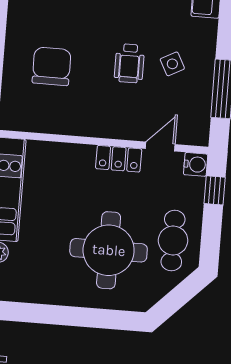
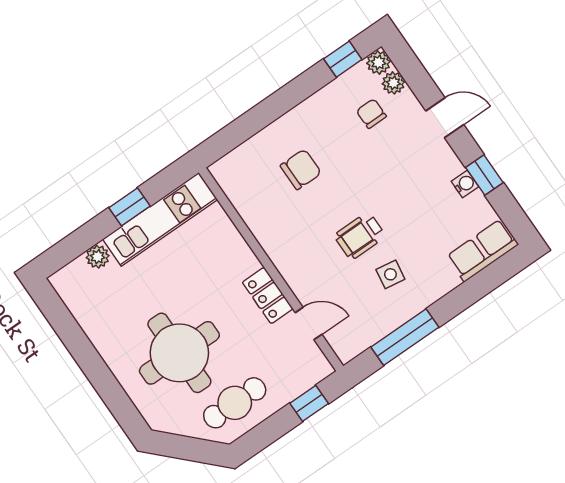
side table: (172, 64) -> (390, 274), turned 37
chair: (52, 66) -> (301, 169), width x0.73, depth x0.73
water cooler: (196, 164) -> (318, 368), removed

